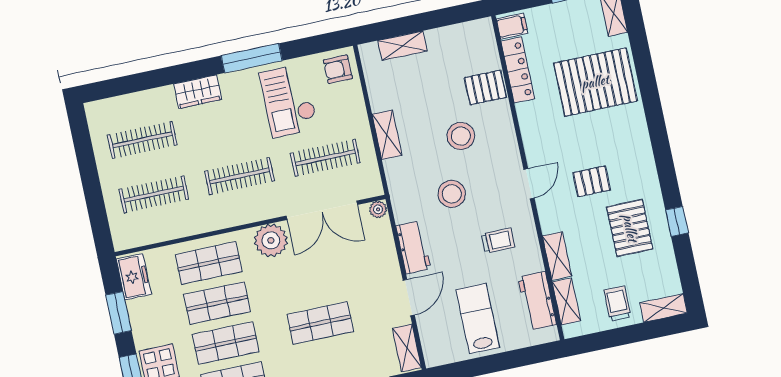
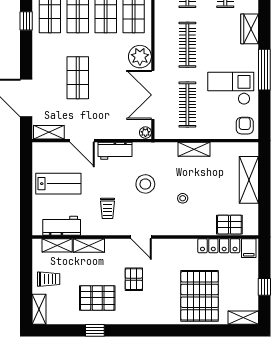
shelving: (402, 46) -> (249, 180), width x1.50, depth x1.33
pallet: (485, 88) -> (229, 225), moved, turned 90
stool: (461, 136) -> (183, 198), width x0.53, depth x0.53

